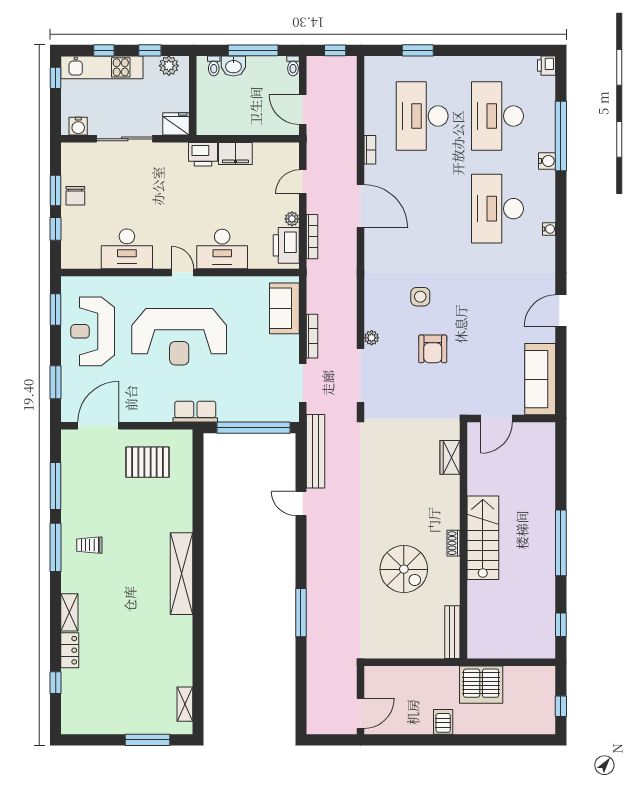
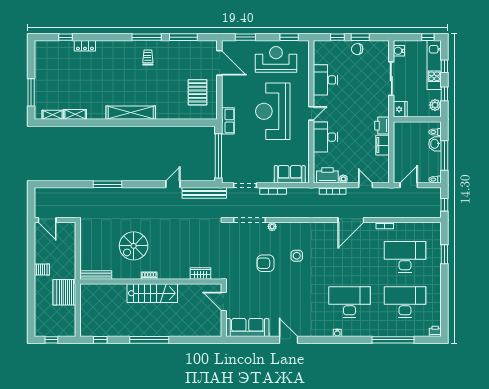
water cooler: (547, 161) -> (378, 332), removed
shelving: (69, 612) -> (75, 114), moved

